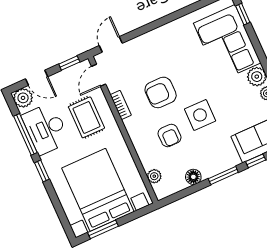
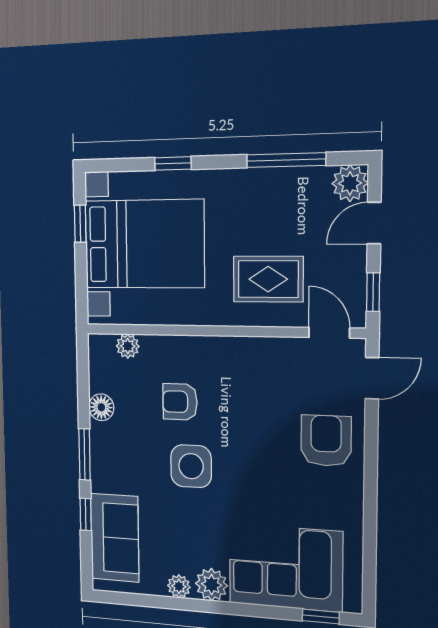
door: (111, 44) -> (372, 378), hinge flipped
armchair: (161, 92) -> (326, 441), moved
bookcase: (121, 105) -> (263, 346), removed
desk: (46, 129) -> (280, 200), removed
window: (42, 171) -> (173, 163), moved
window: (103, 229) -> (80, 224), width x0.67

